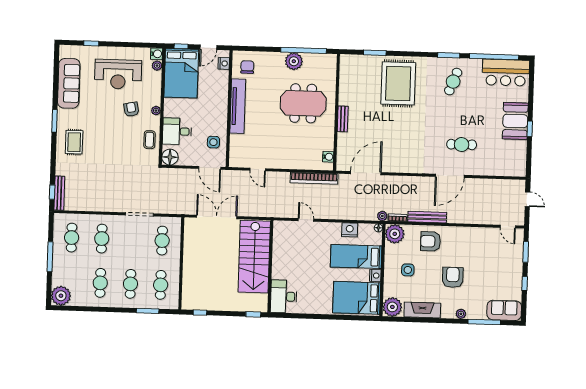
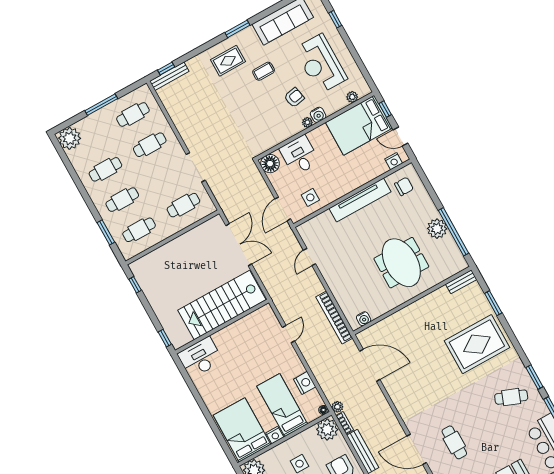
water cooler: (157, 54) -> (318, 115), moved
bench: (343, 119) -> (461, 282), moved
coffee table: (150, 140) -> (264, 71), moved

